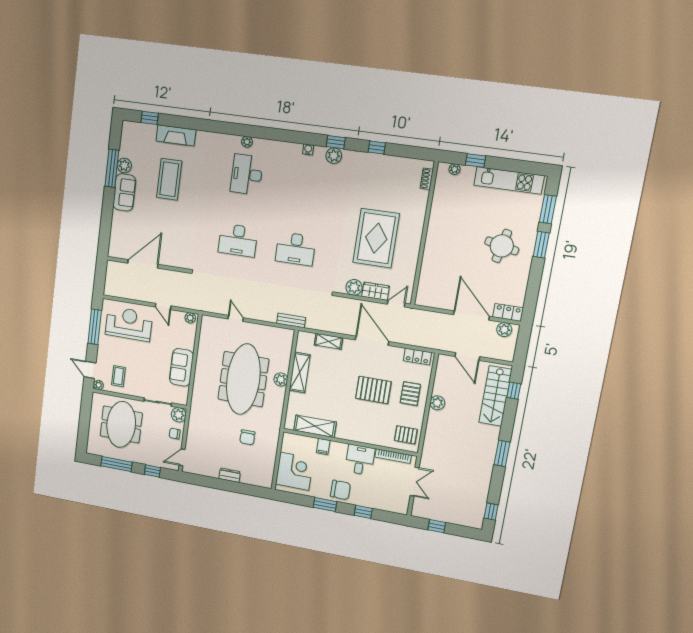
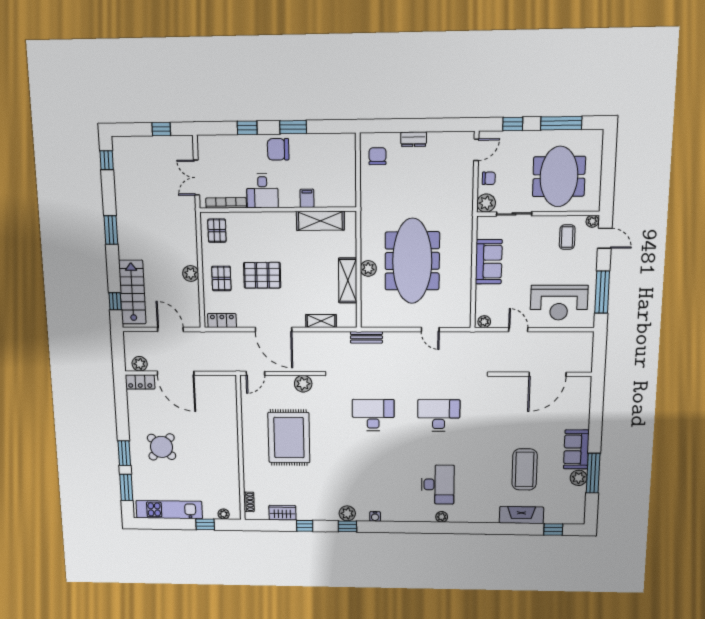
round table: (502, 246) -> (162, 447), turned 31
wardrobe: (376, 291) -> (282, 513), moved, turned 180
pallet: (406, 435) -> (217, 231), turned 90
chair: (247, 437) -> (378, 156), moved
corner desk: (294, 471) -> (336, 161), removed

